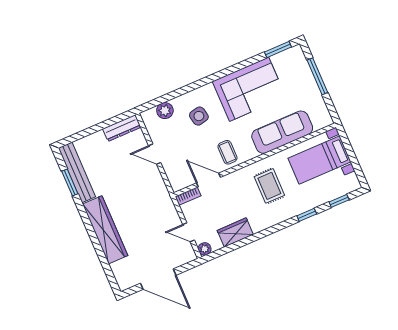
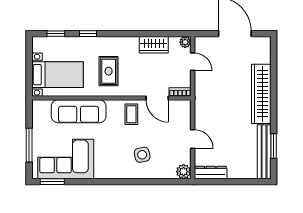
corner sofa: (249, 89) -> (66, 159), moved
plant: (165, 111) -> (184, 172), moved

